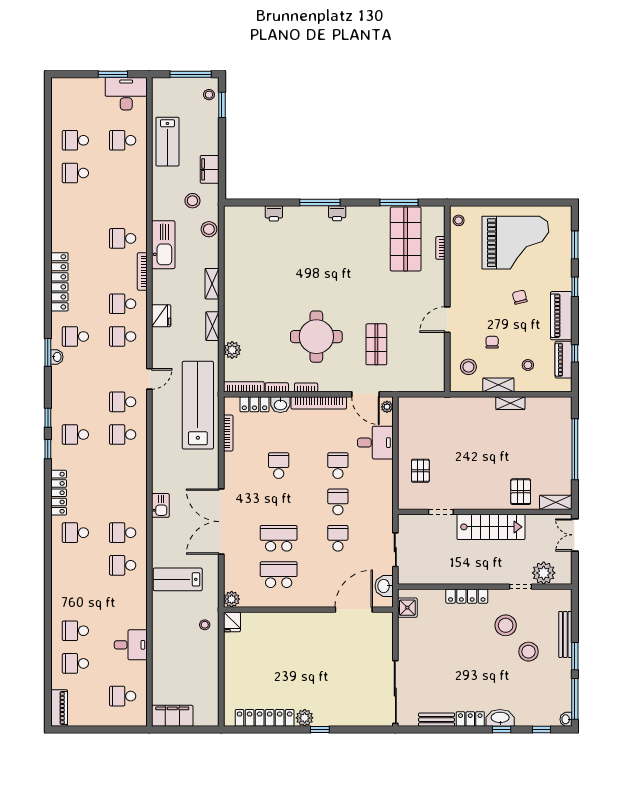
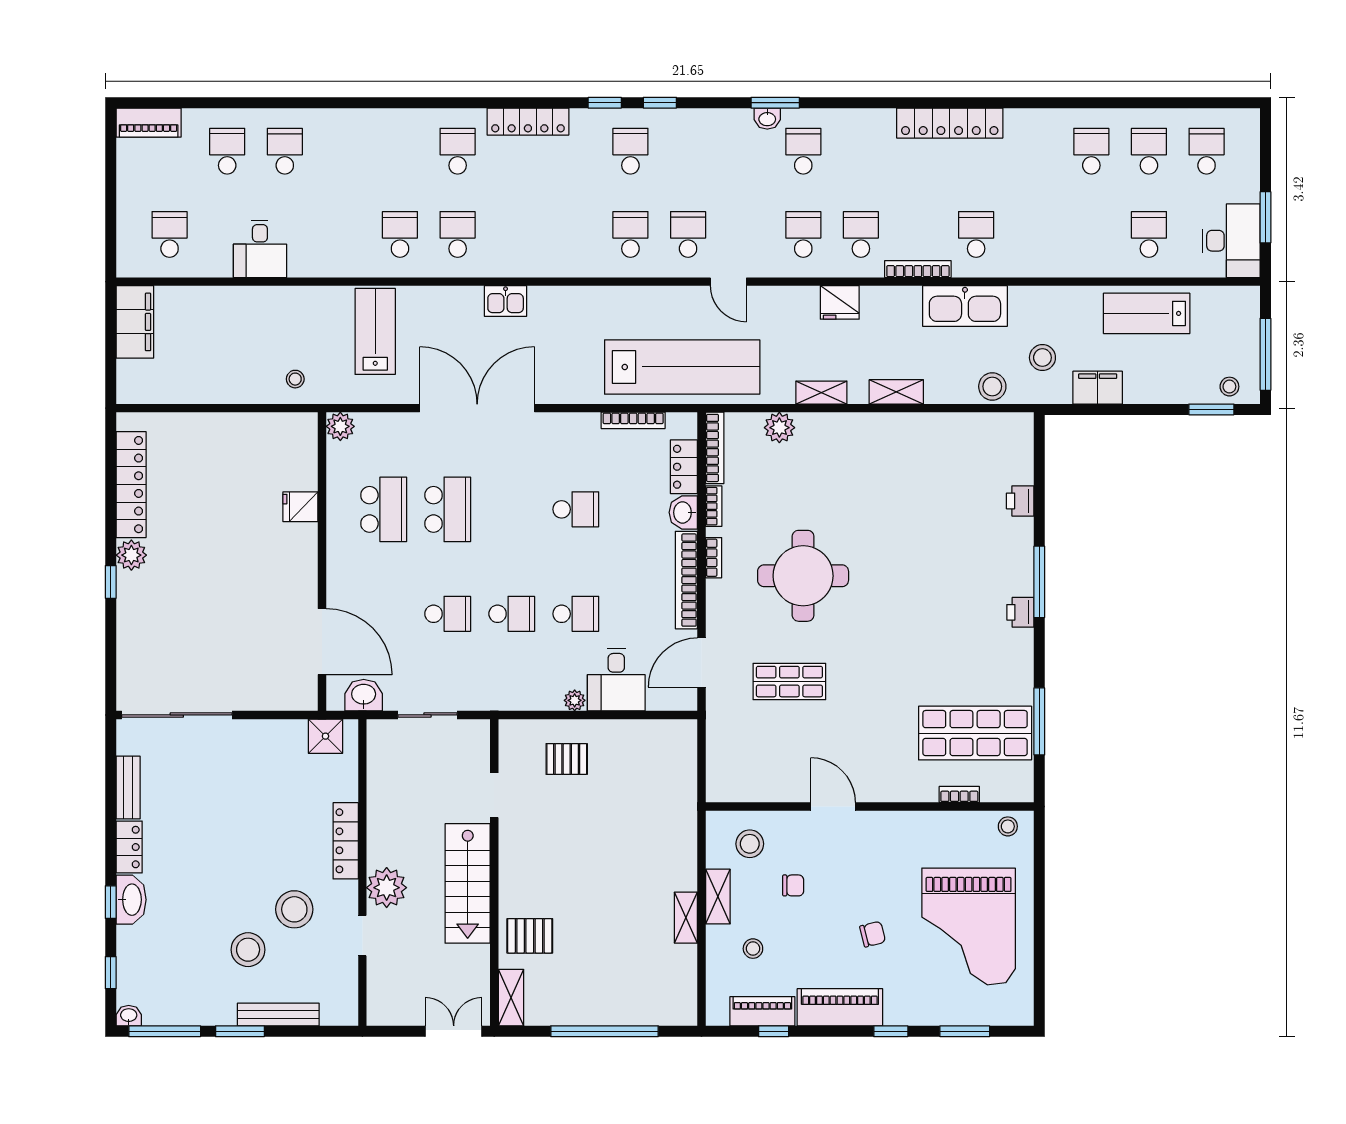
school desk: (75, 108) -> (1207, 151), added
locker: (59, 282) -> (950, 123), moved
plant: (387, 407) -> (575, 700), moved
plant: (544, 573) -> (387, 888), moved
fridge: (232, 622) -> (300, 507), moved

